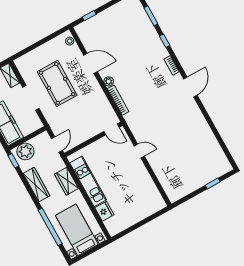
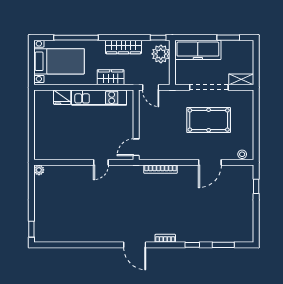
plant: (109, 81) -> (39, 170), moved
doorway: (31, 98) -> (209, 87), width x1.36
window: (213, 183) -> (31, 229), moved

